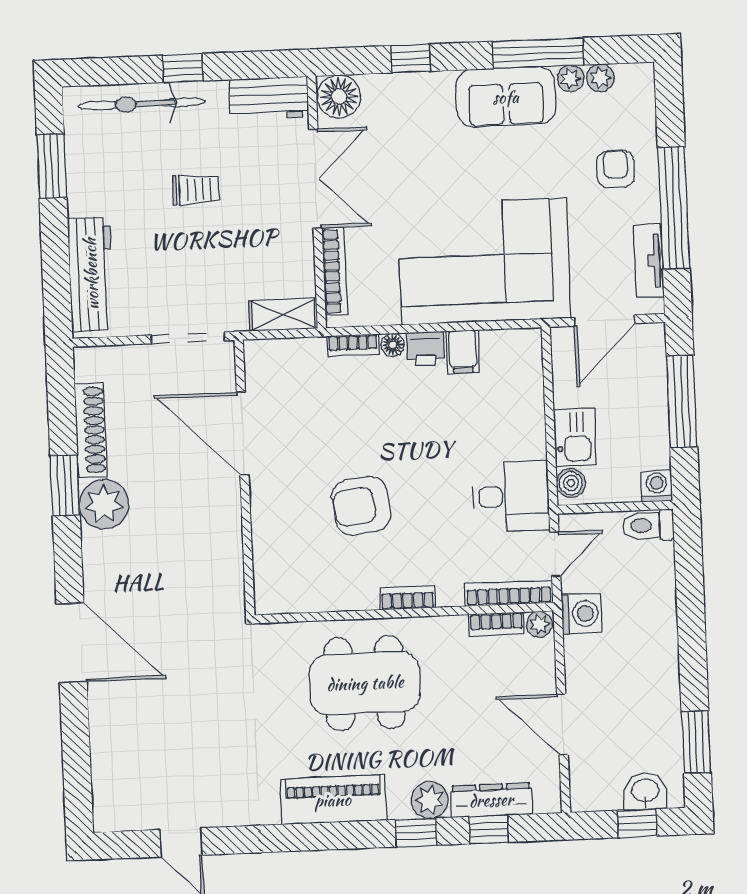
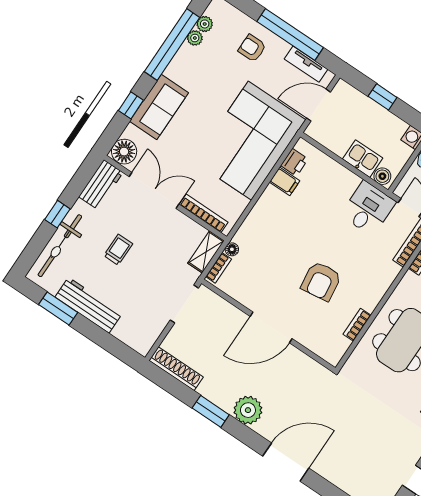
window: (538, 53) -> (172, 44), width x1.46
sofa: (506, 97) -> (159, 107), moved
workbench: (91, 274) -> (89, 305), moved
door: (604, 320) -> (319, 105), swing flipped
bookcase: (353, 345) -> (219, 268), moved
floor lamp: (393, 345) -> (232, 249), moved
printer: (425, 349) -> (294, 162), moved
window: (682, 402) -> (383, 97), width x0.46
shoe rack: (91, 430) -> (176, 369), moved
door: (243, 433) -> (271, 327), moved
plant: (104, 504) -> (248, 410), moved
bookcase: (408, 598) -> (357, 325), moved

